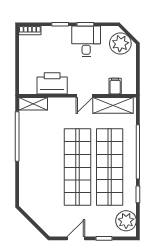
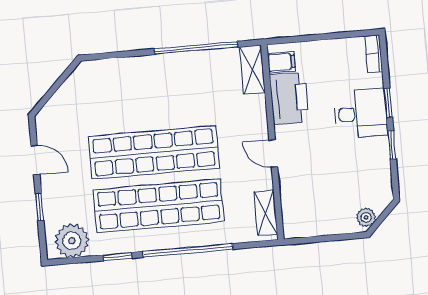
desk: (86, 41) -> (361, 114), moved
plant: (120, 43) -> (366, 217), width x0.53, depth x0.53
filing cabinet: (115, 86) -> (281, 62), moved
shelving: (113, 105) -> (266, 213), width x0.67, depth x0.75

